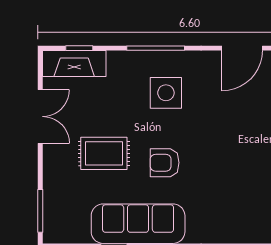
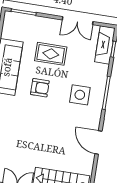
rug: (104, 153) -> (51, 54), turned 90
armchair: (165, 163) -> (40, 88), turned 90

